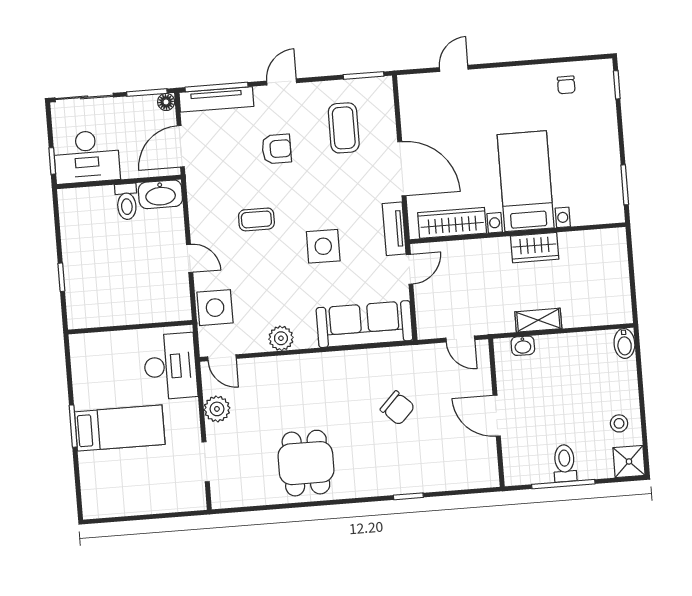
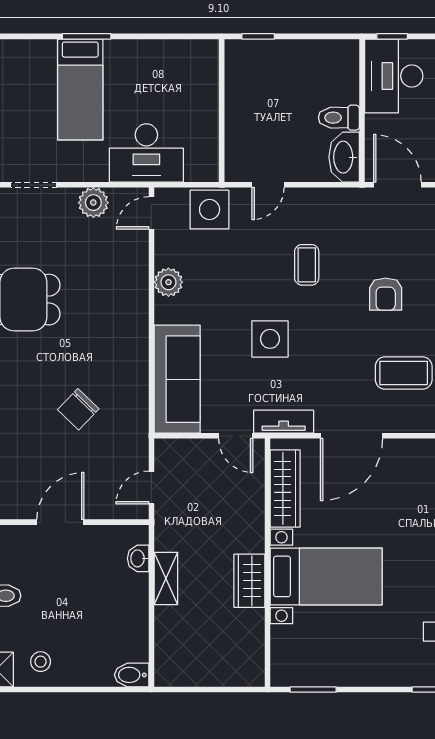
wall: (130, 327) -> (222, 111), moved

